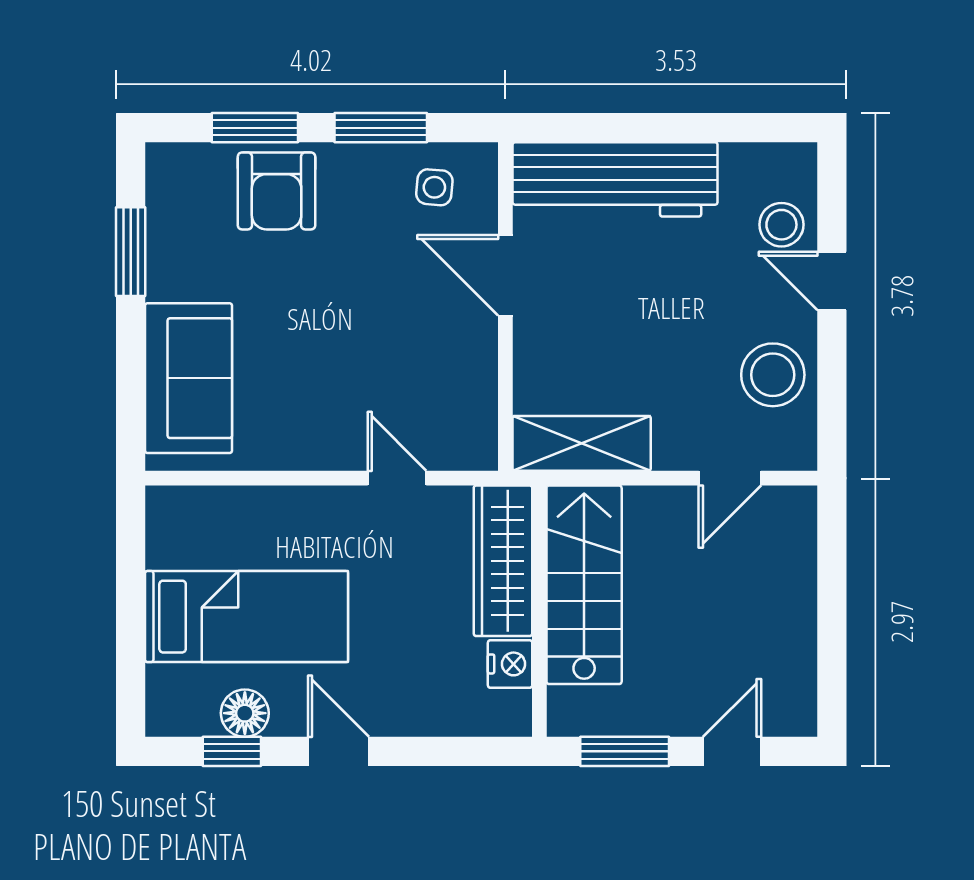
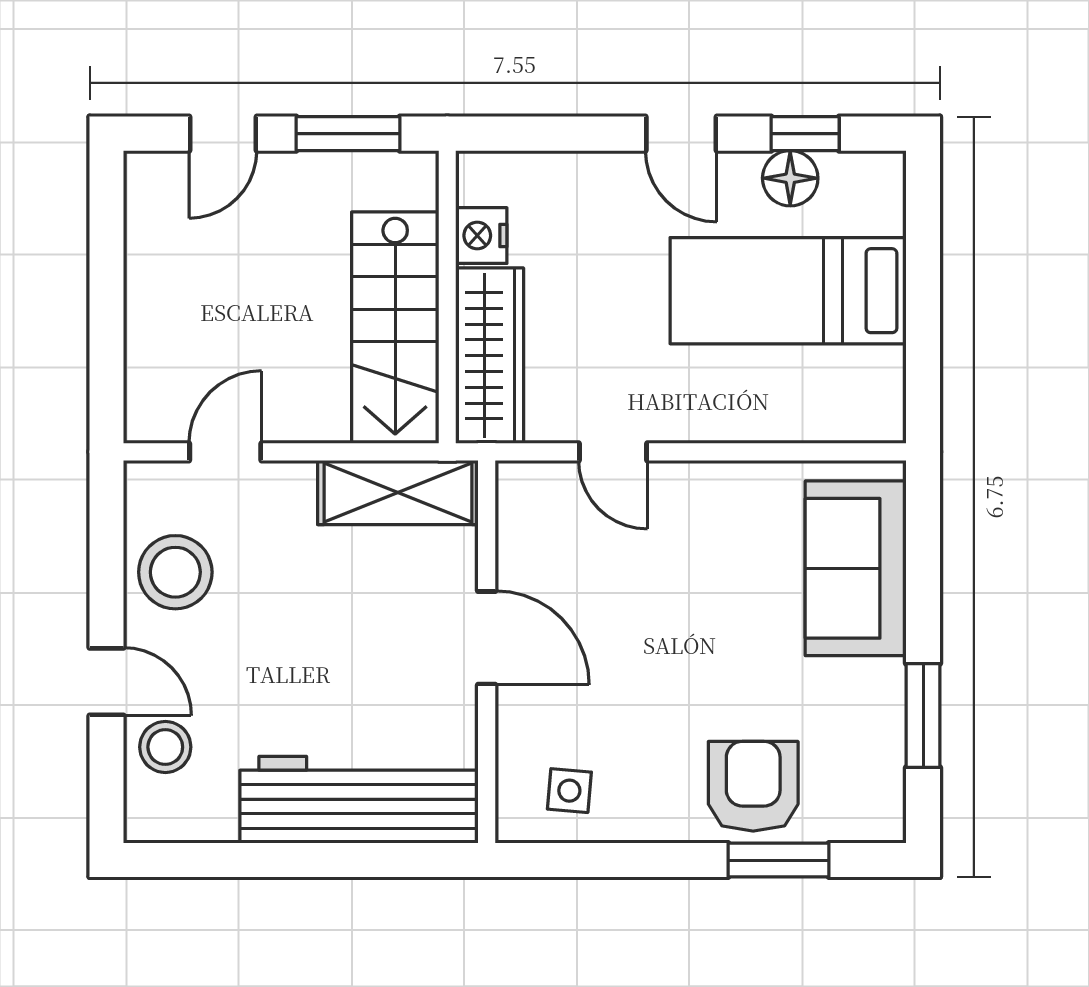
window: (381, 128) -> (632, 860), removed
door: (505, 275) -> (487, 638), moved

